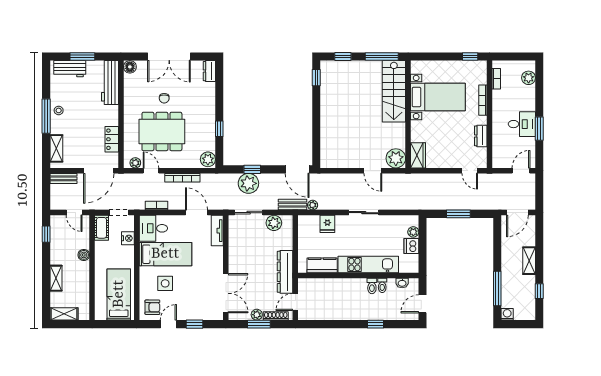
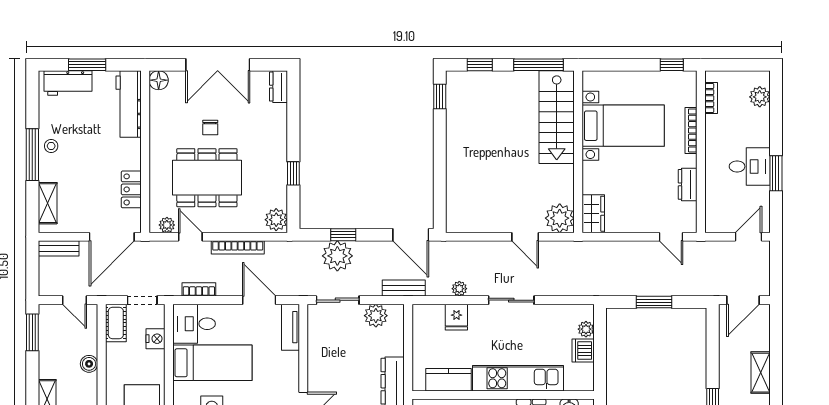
plant: (313, 205) -> (459, 289), moved
window: (46, 234) -> (32, 332), width x1.50

